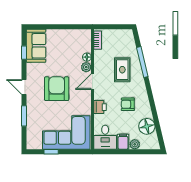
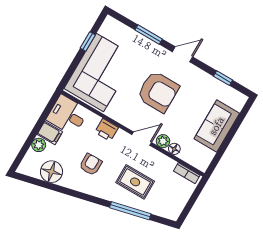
sofa: (36, 46) -> (217, 126), moved, turned 90
door: (92, 82) -> (142, 139), hinge flipped

